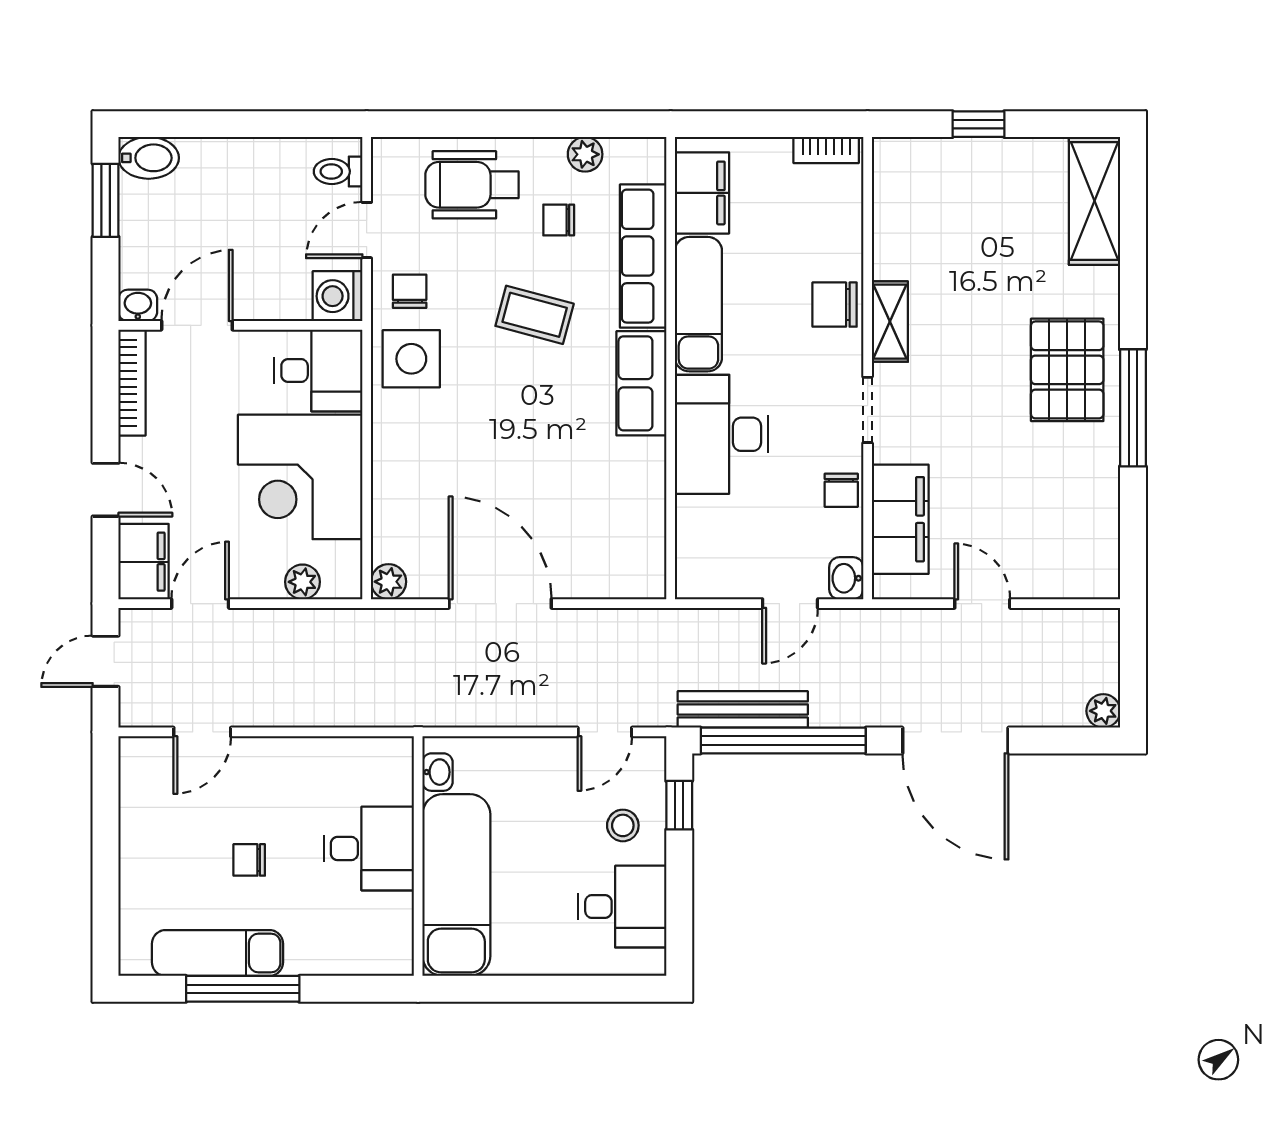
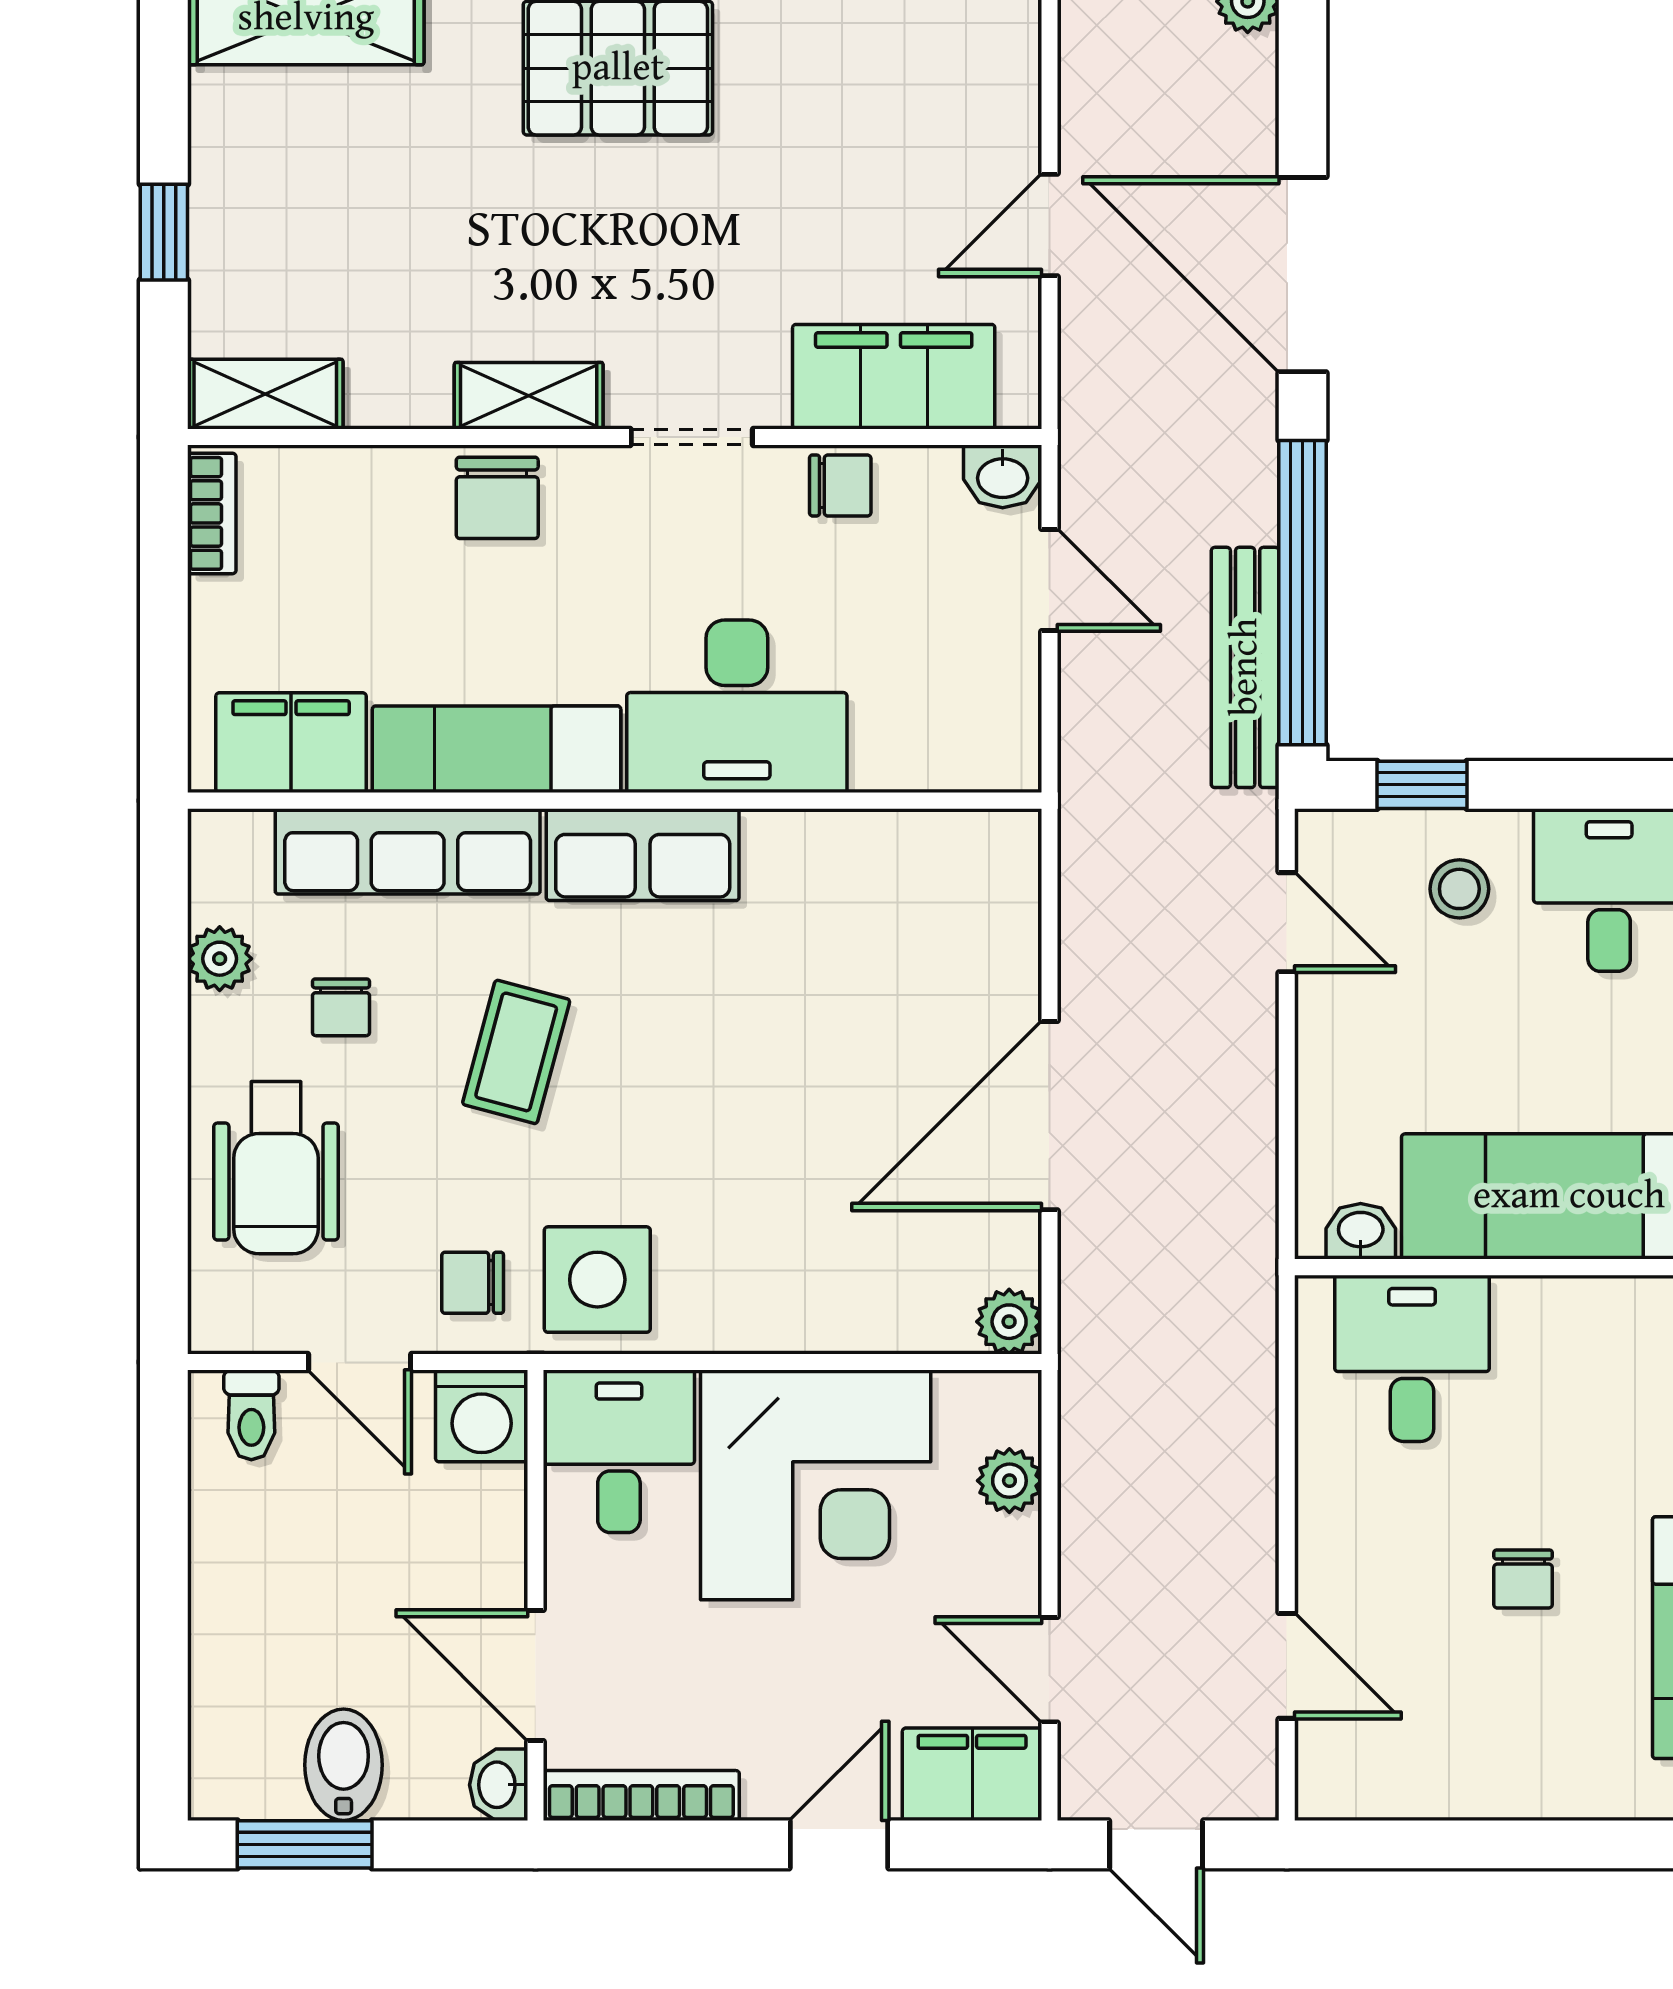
bidet: (149, 158) -> (344, 1765), moved
shelving: (891, 179) -> (265, 394), added
door: (955, 741) -> (1302, 275), swing flipped
desk: (369, 848) -> (1412, 1358), moved

